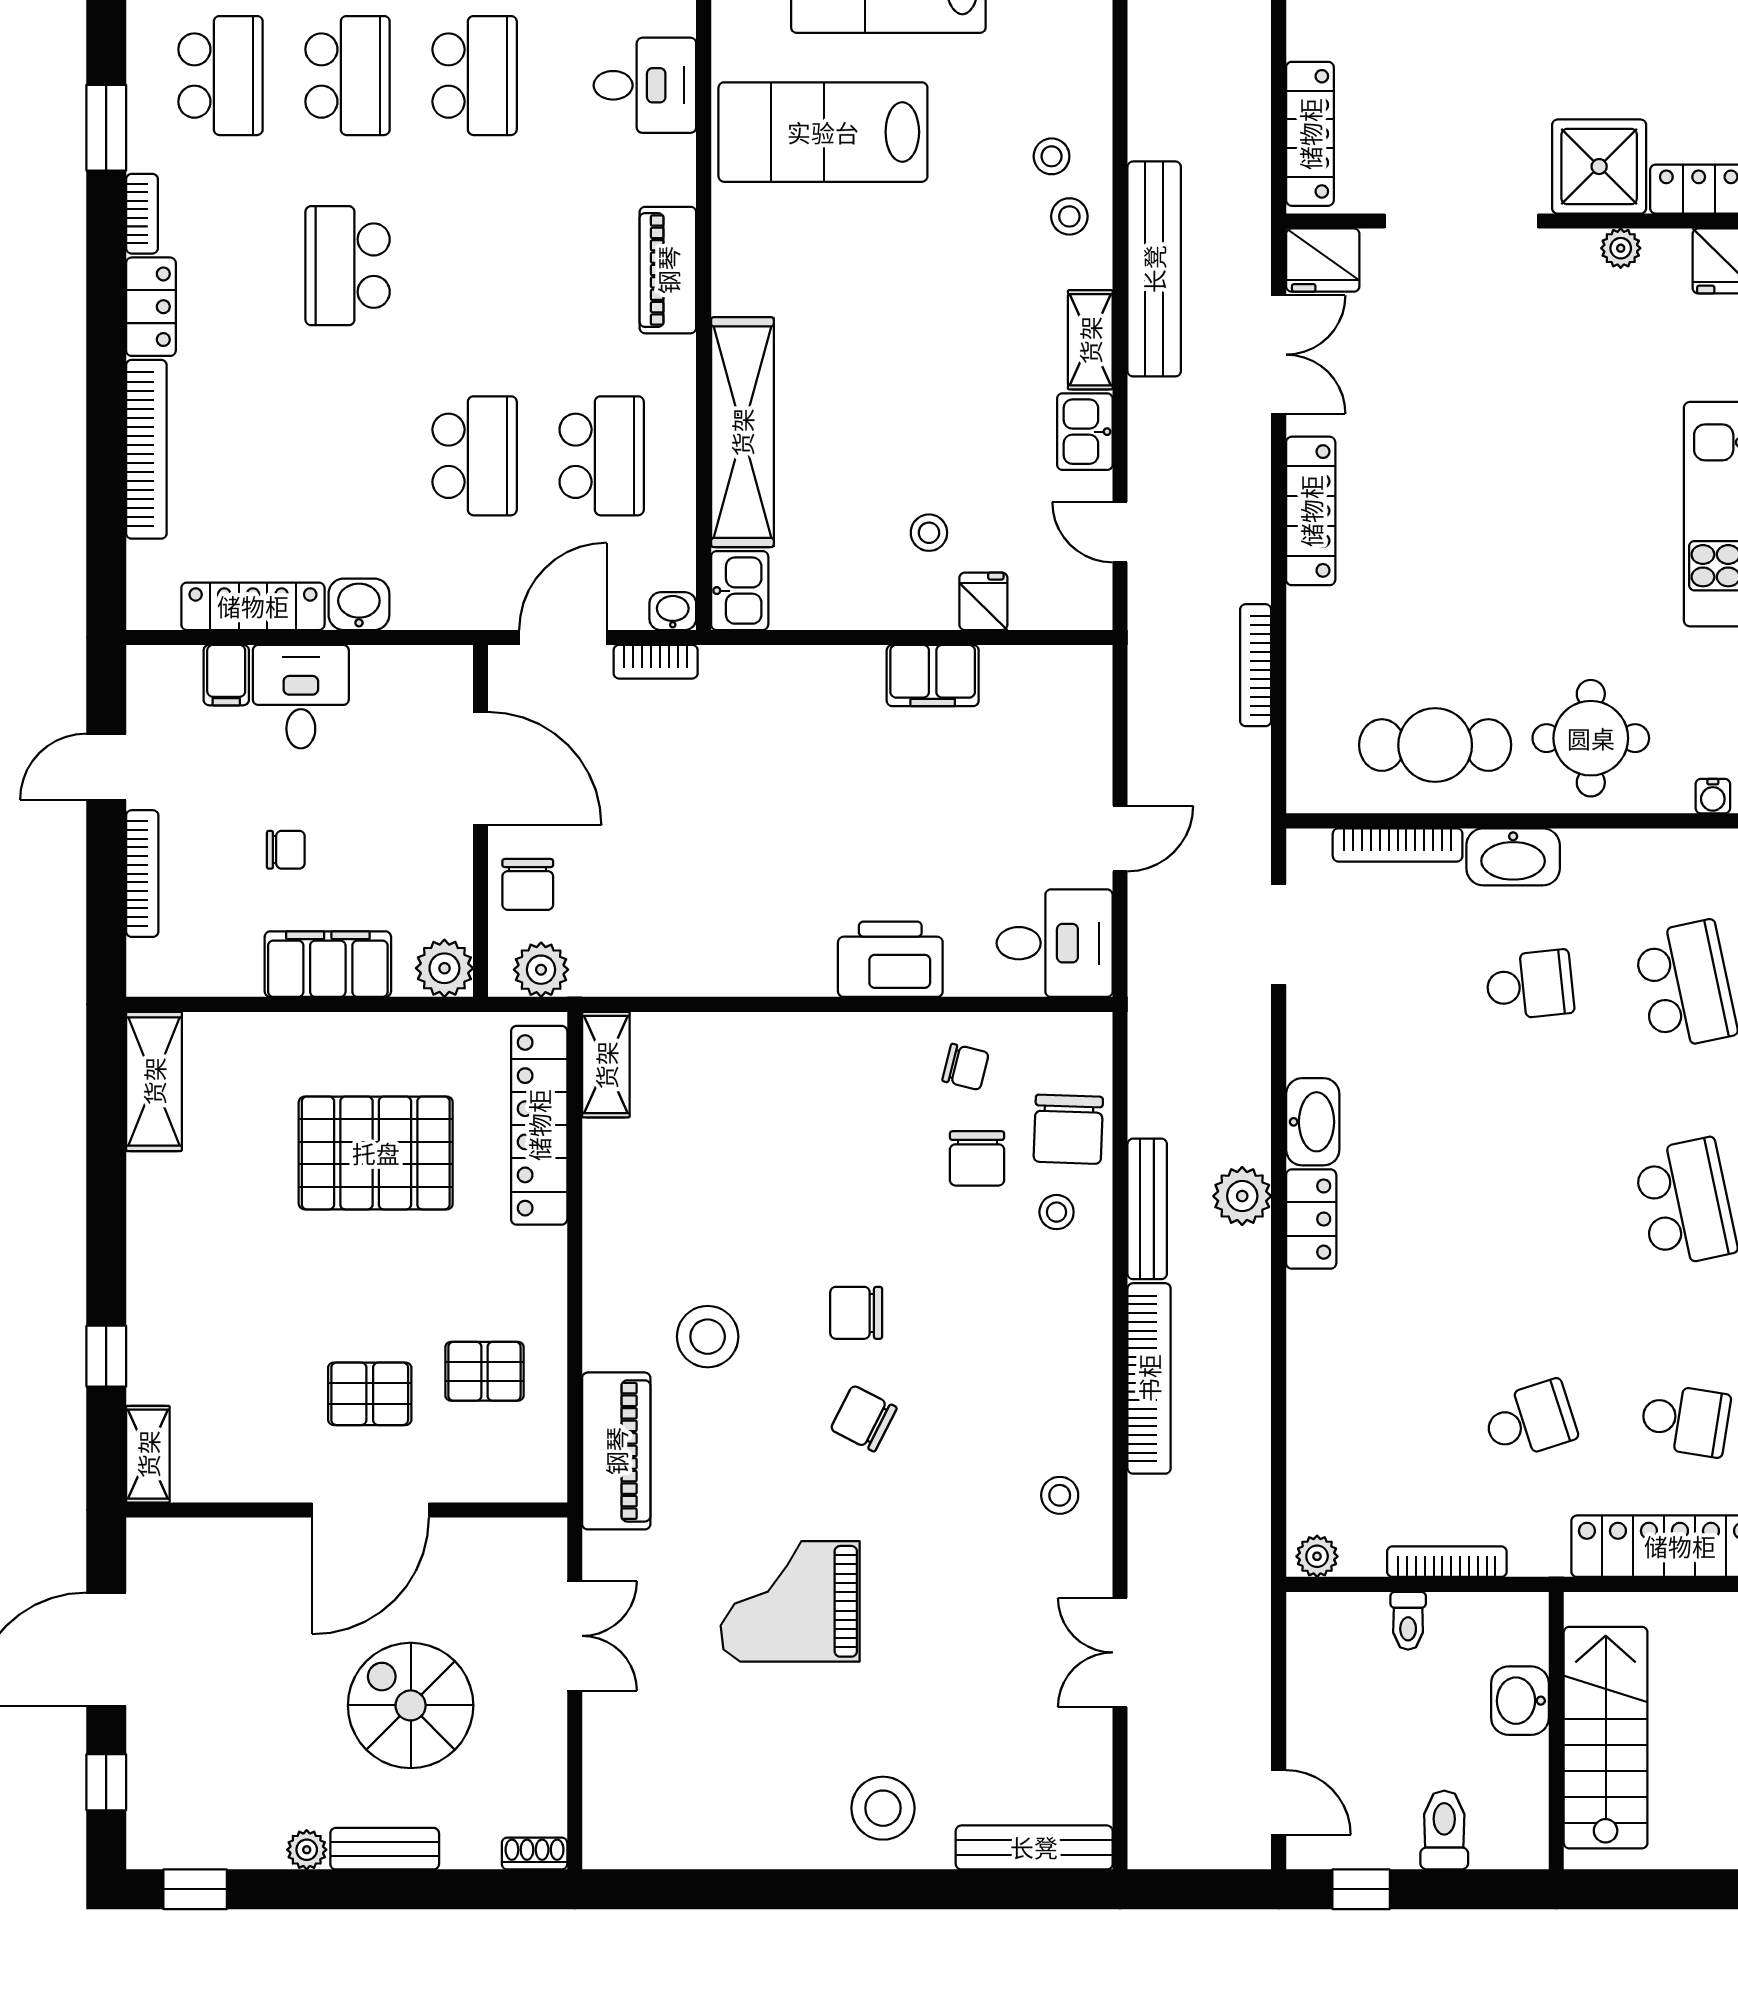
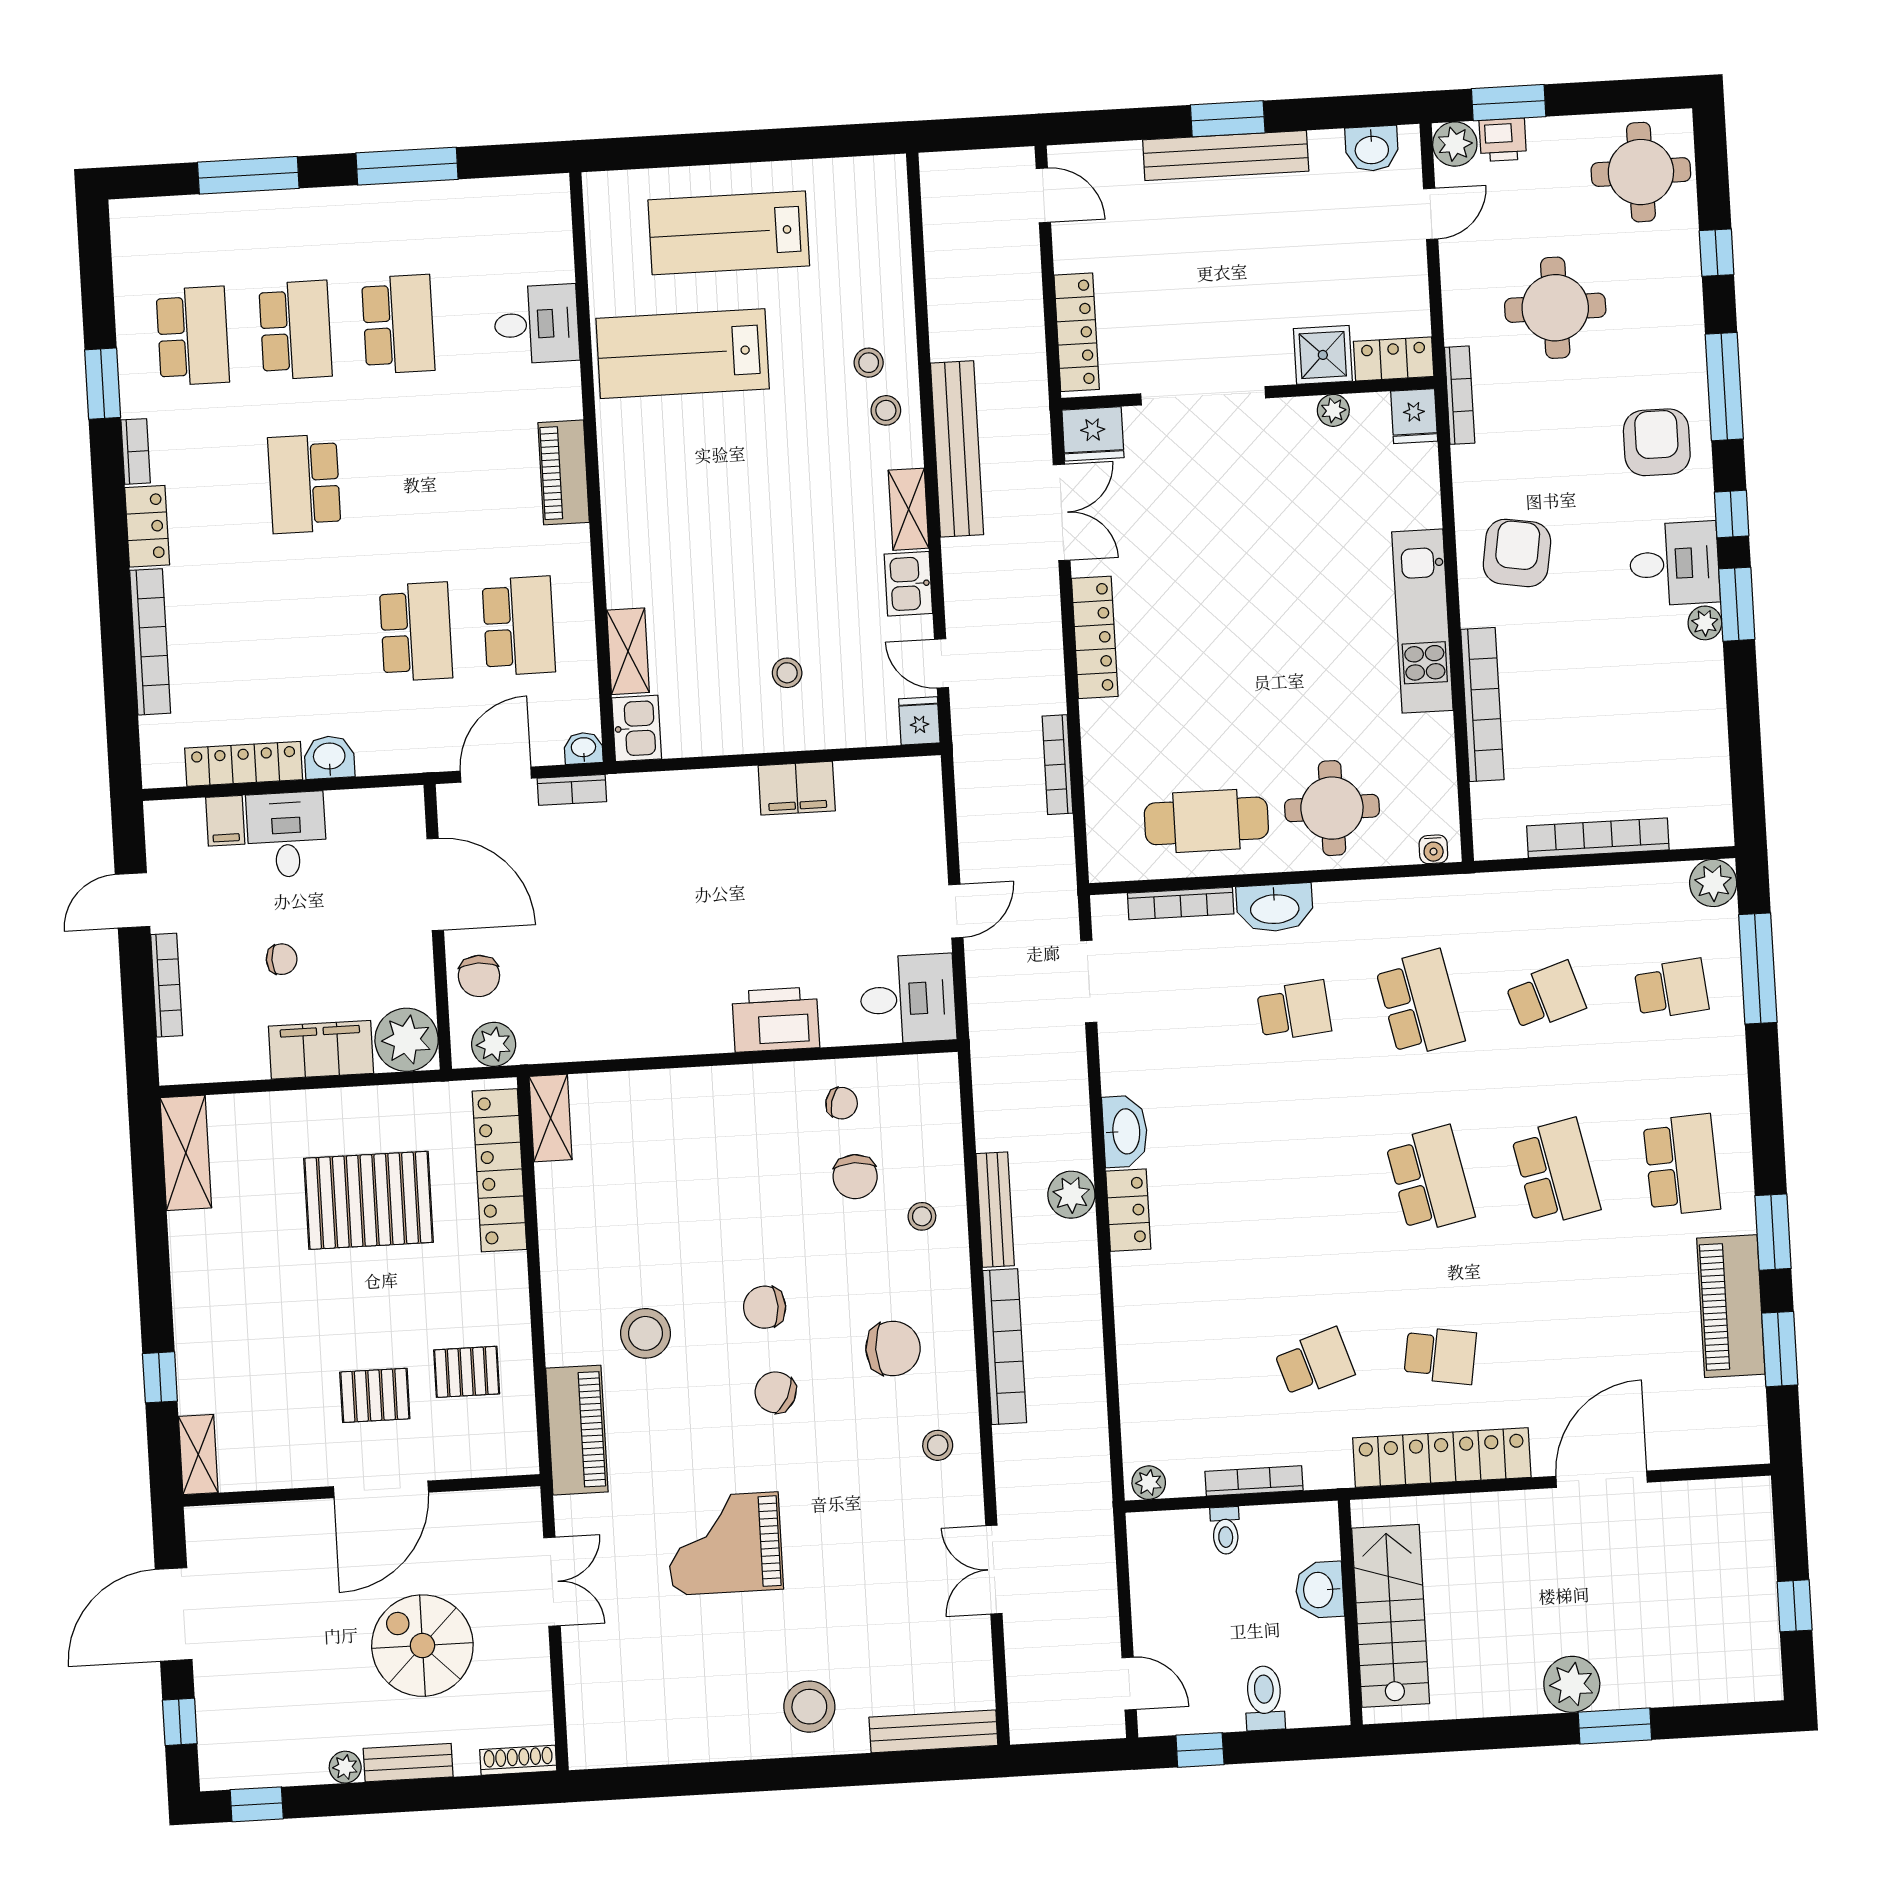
shower: (1599, 167) -> (1323, 355), width x0.73, depth x0.73
shelving: (742, 432) -> (628, 651), width x0.45, depth x0.75
fridge: (983, 601) -> (919, 721), moved
plant: (444, 968) -> (407, 1040), width x1.36, depth x1.36
chair: (1068, 1129) -> (893, 1348), moved, turned -92
shoe rack: (535, 1854) -> (518, 1760), width x1.43

